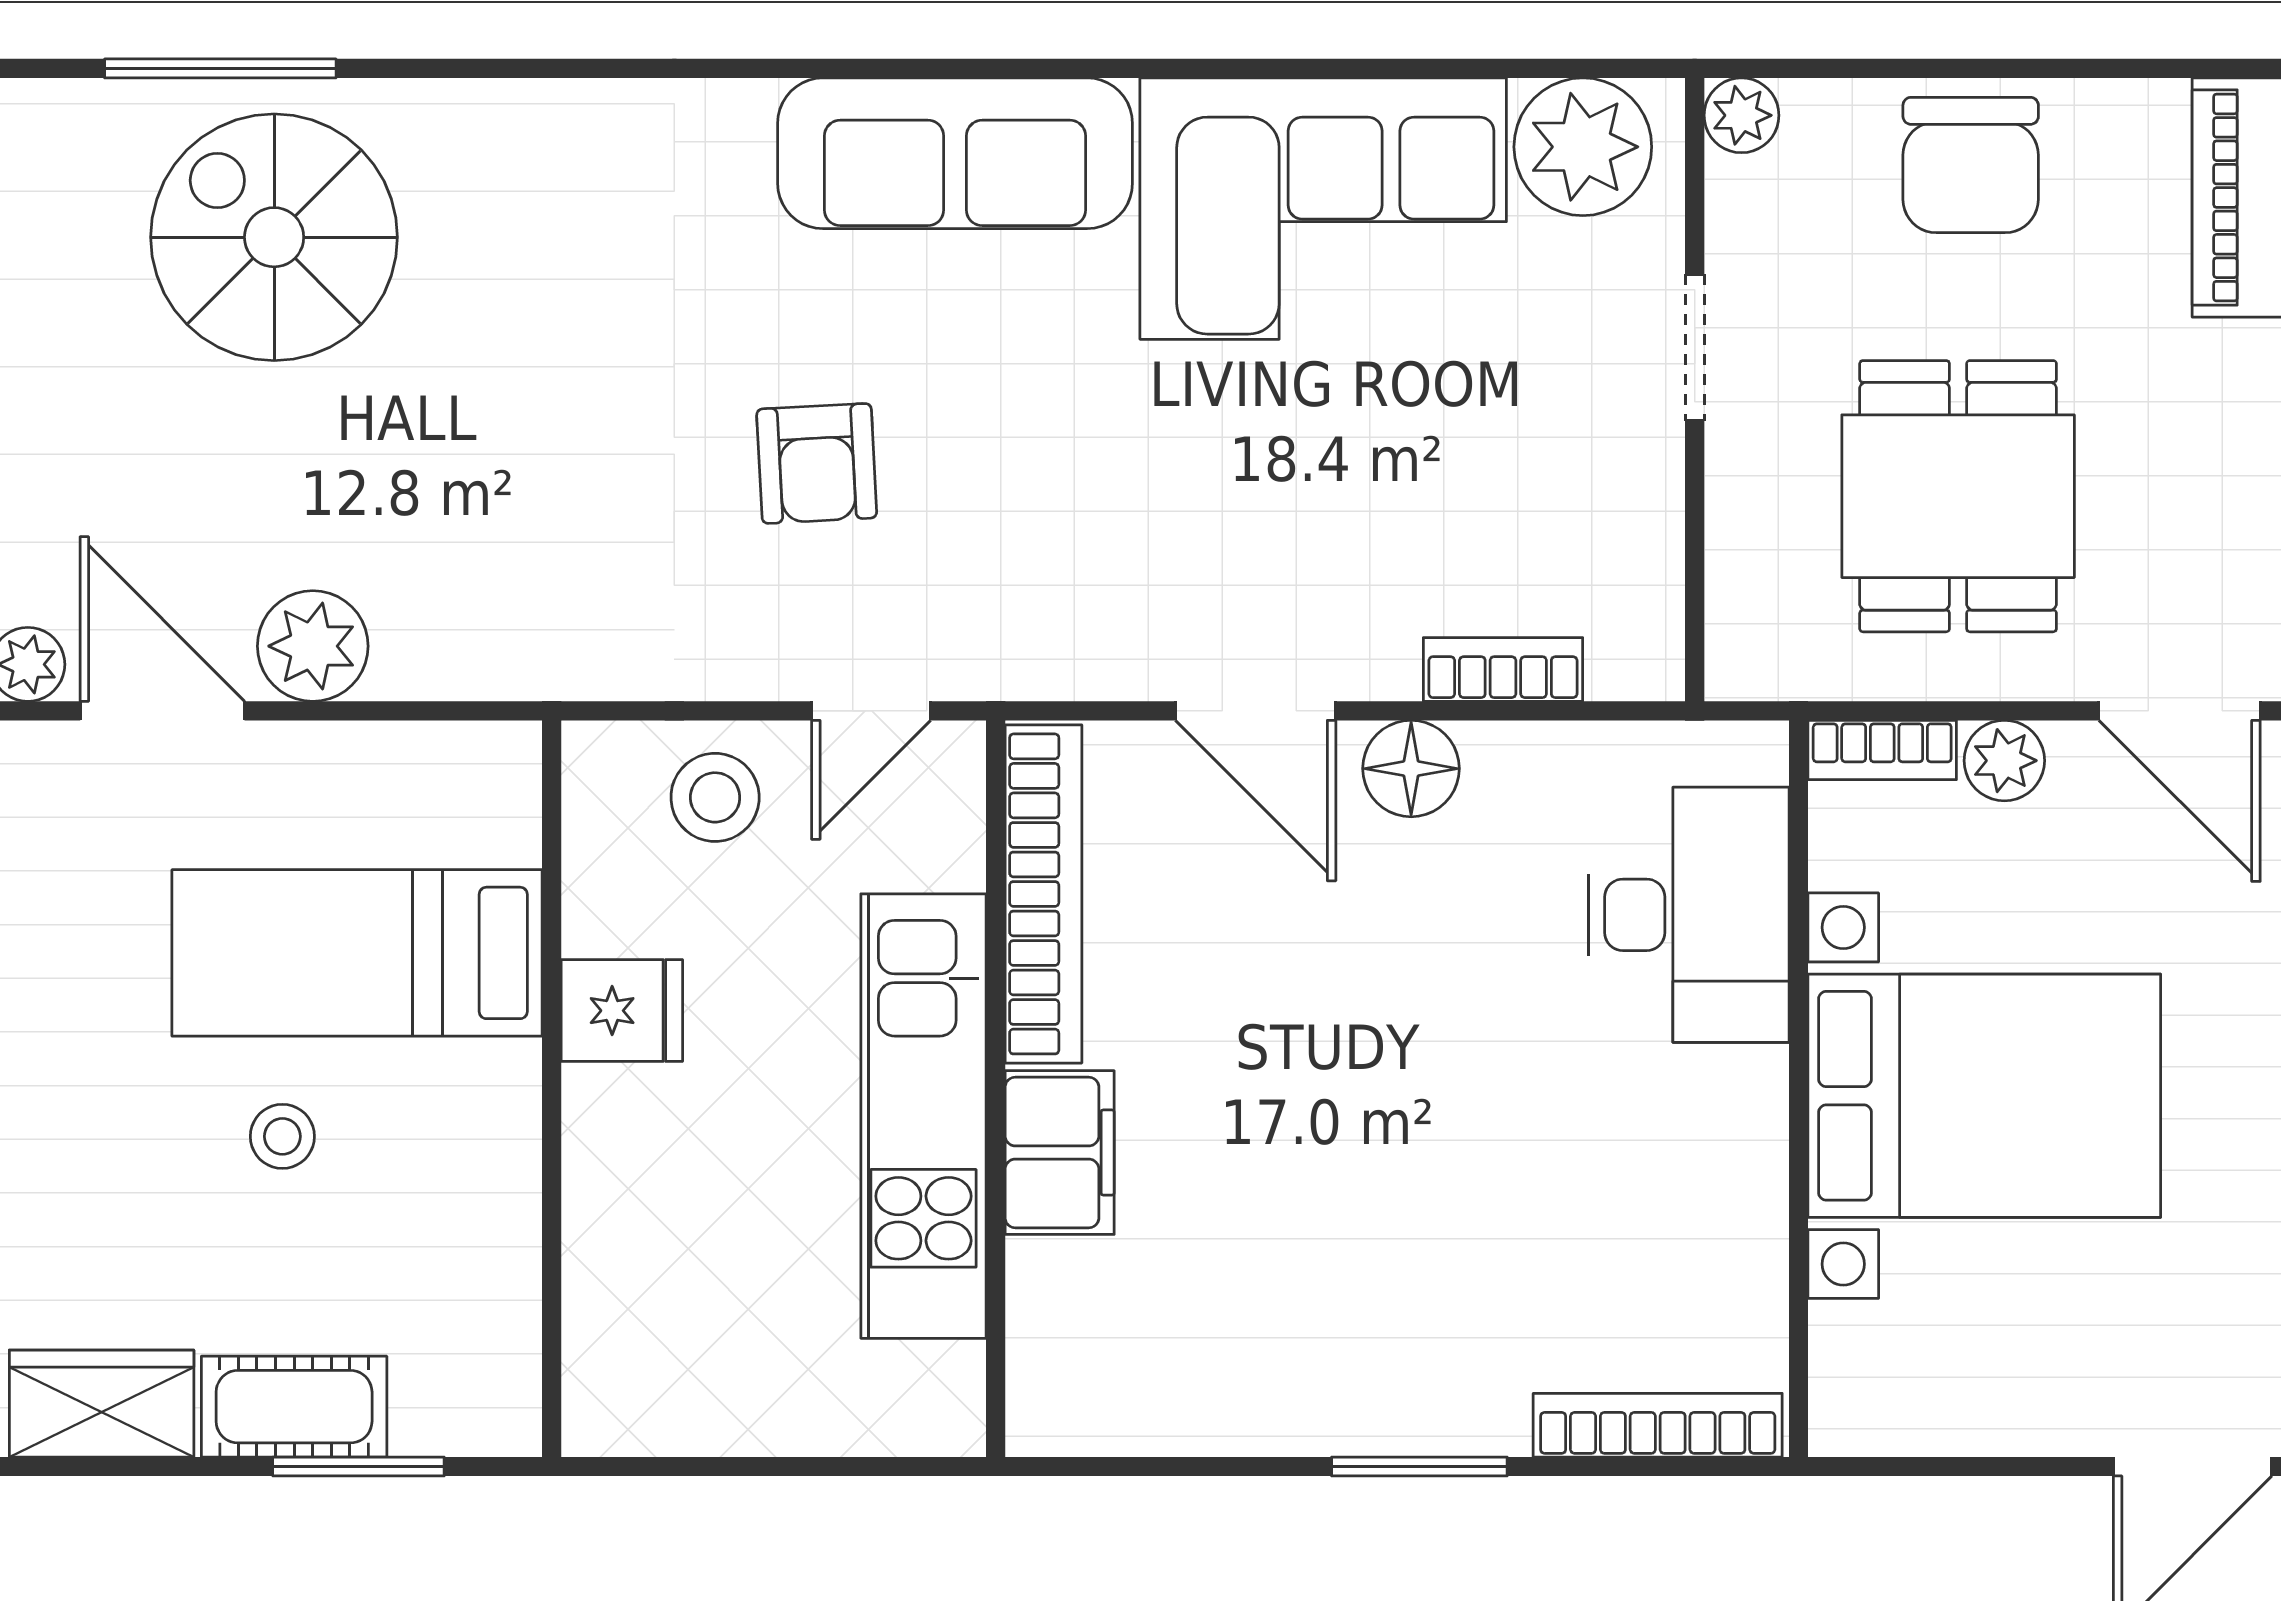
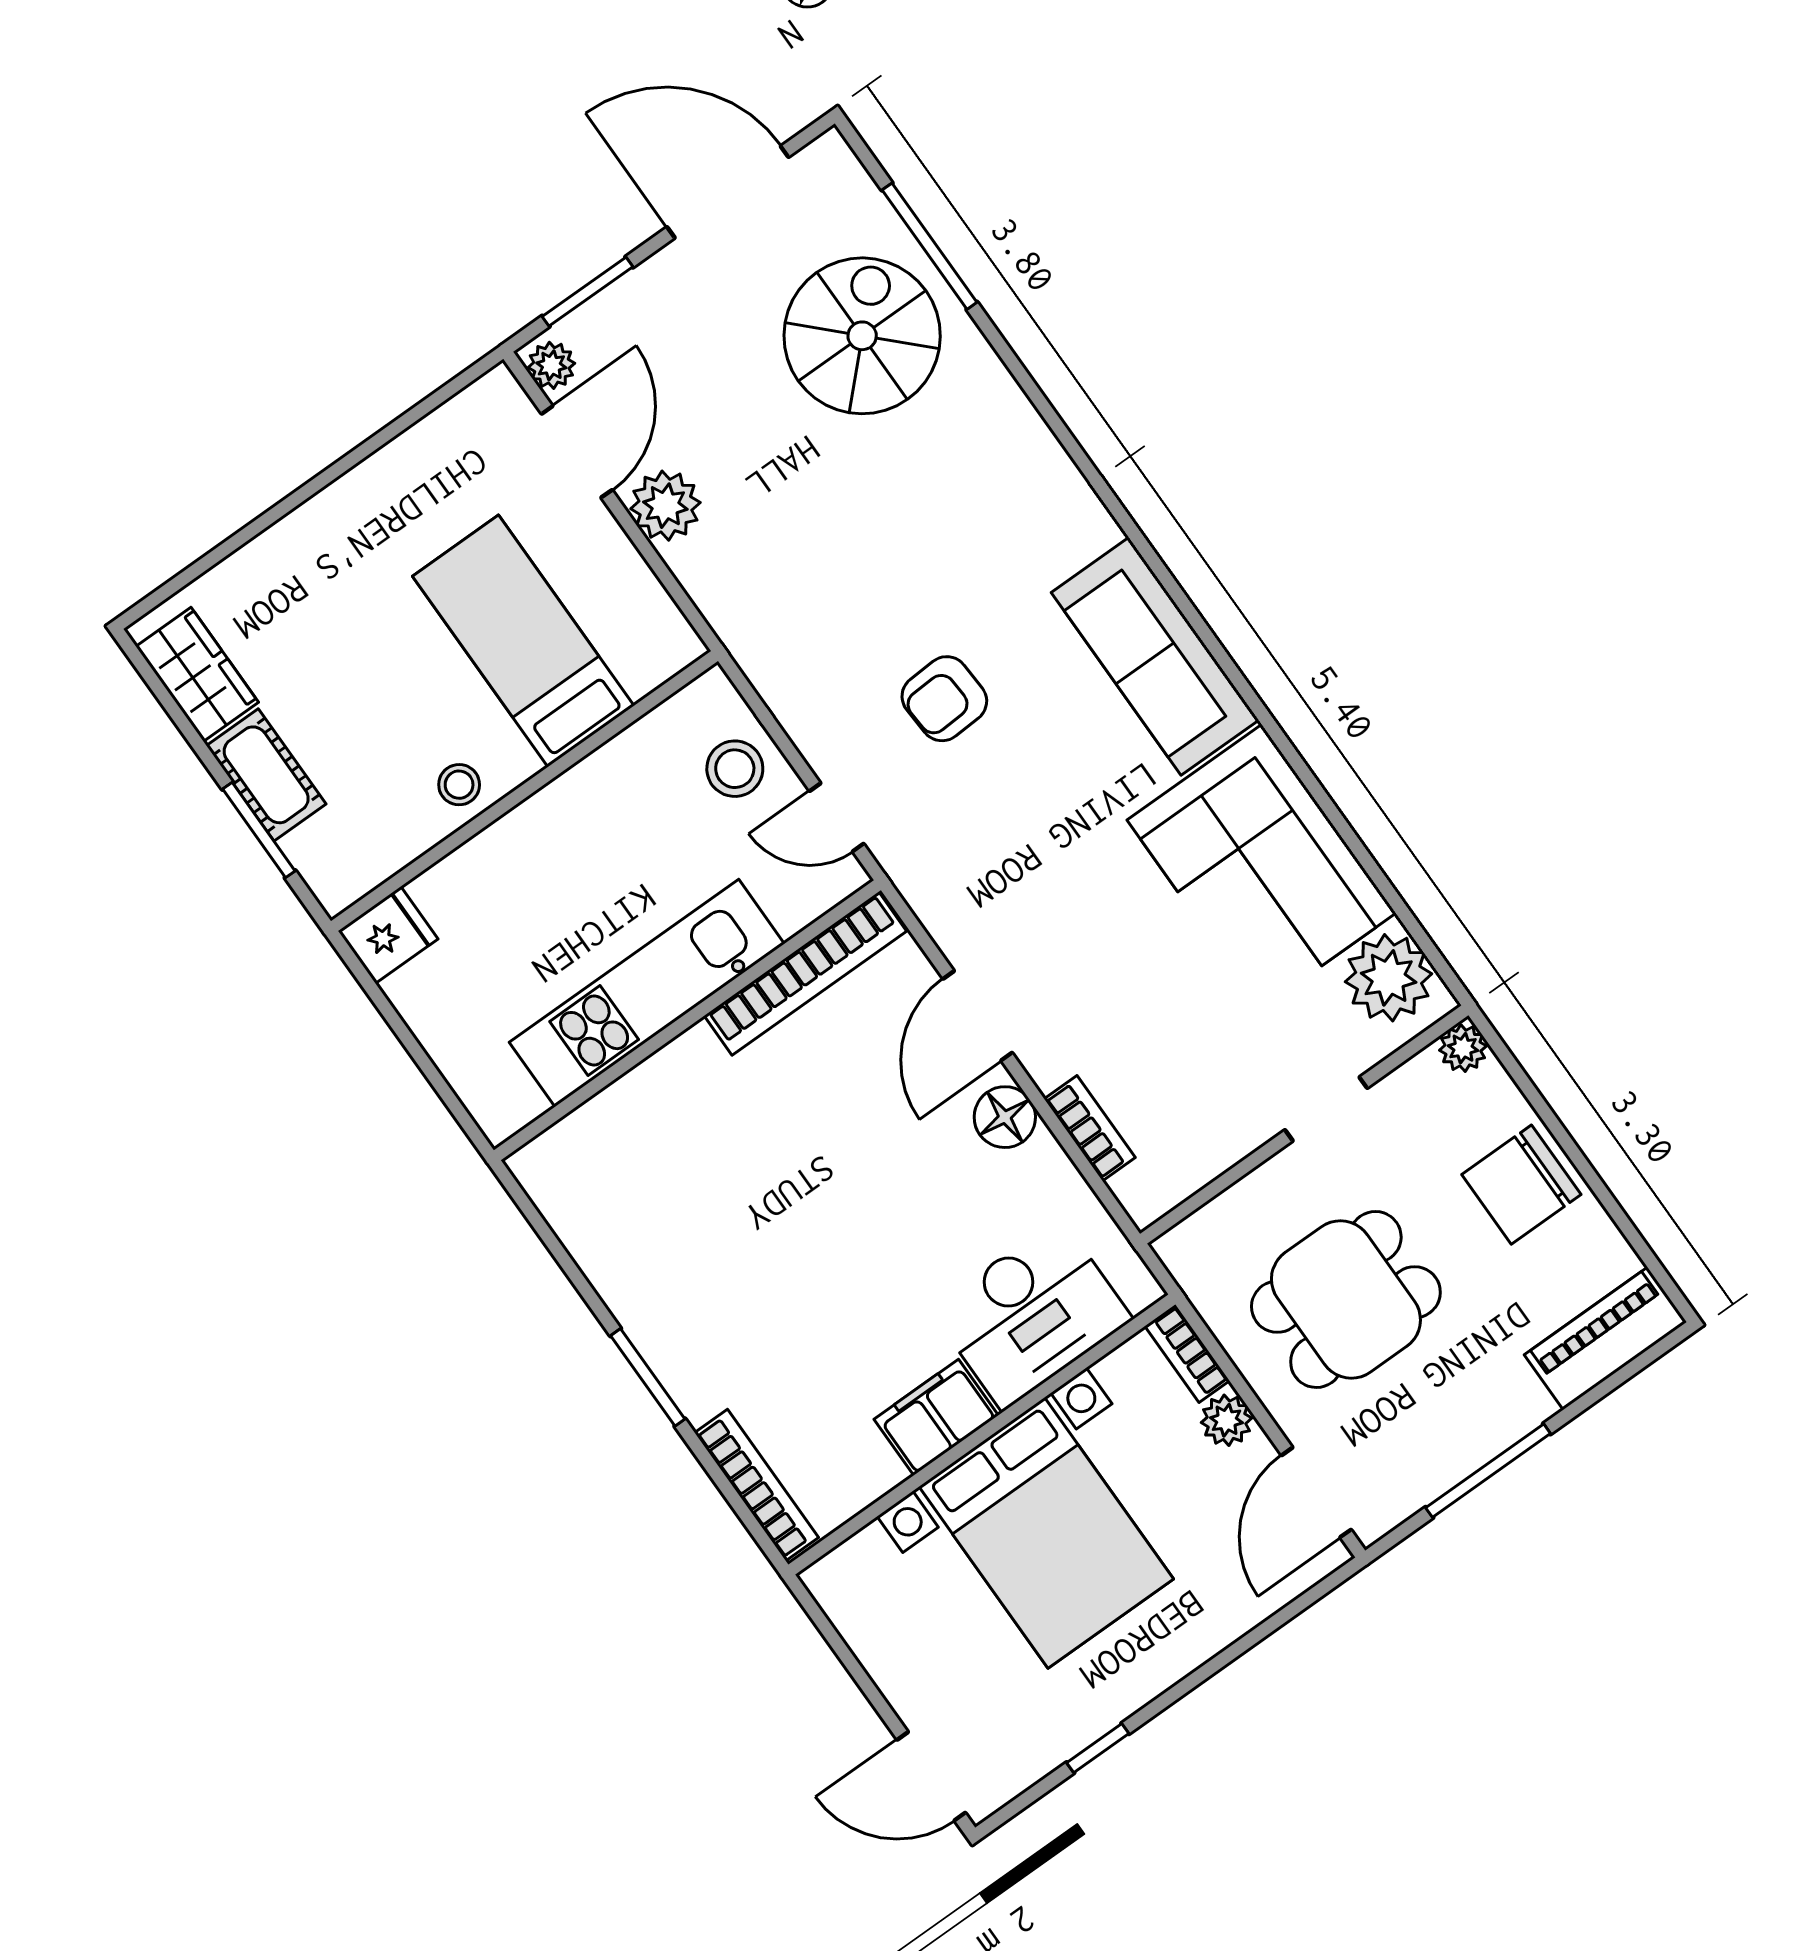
fridge: (622, 1011) -> (388, 935), moved, turned -90
stool: (282, 1136) -> (459, 785), moved
filing cabinet: (1060, 1153) -> (936, 1417), moved, turned 180

